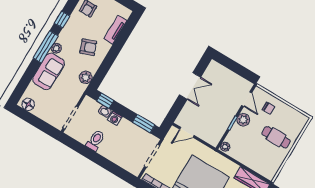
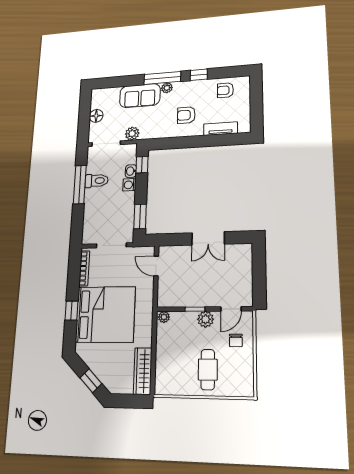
armchair: (88, 47) -> (186, 115), turned 111
plant: (86, 77) -> (132, 134), moved
floor lamp: (28, 104) -> (96, 116), moved
window: (90, 154) -> (80, 185), added

